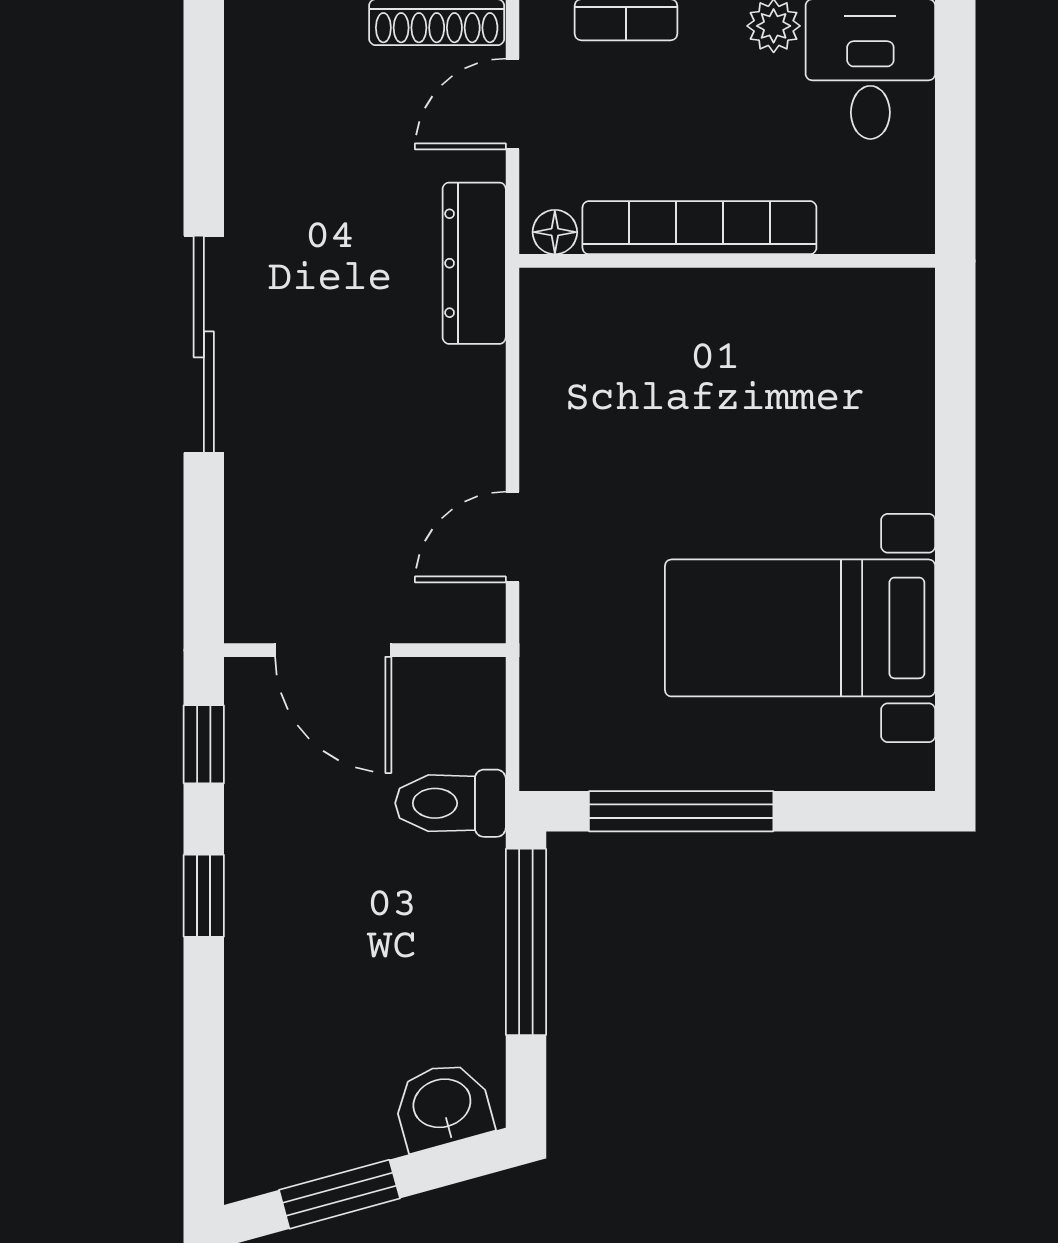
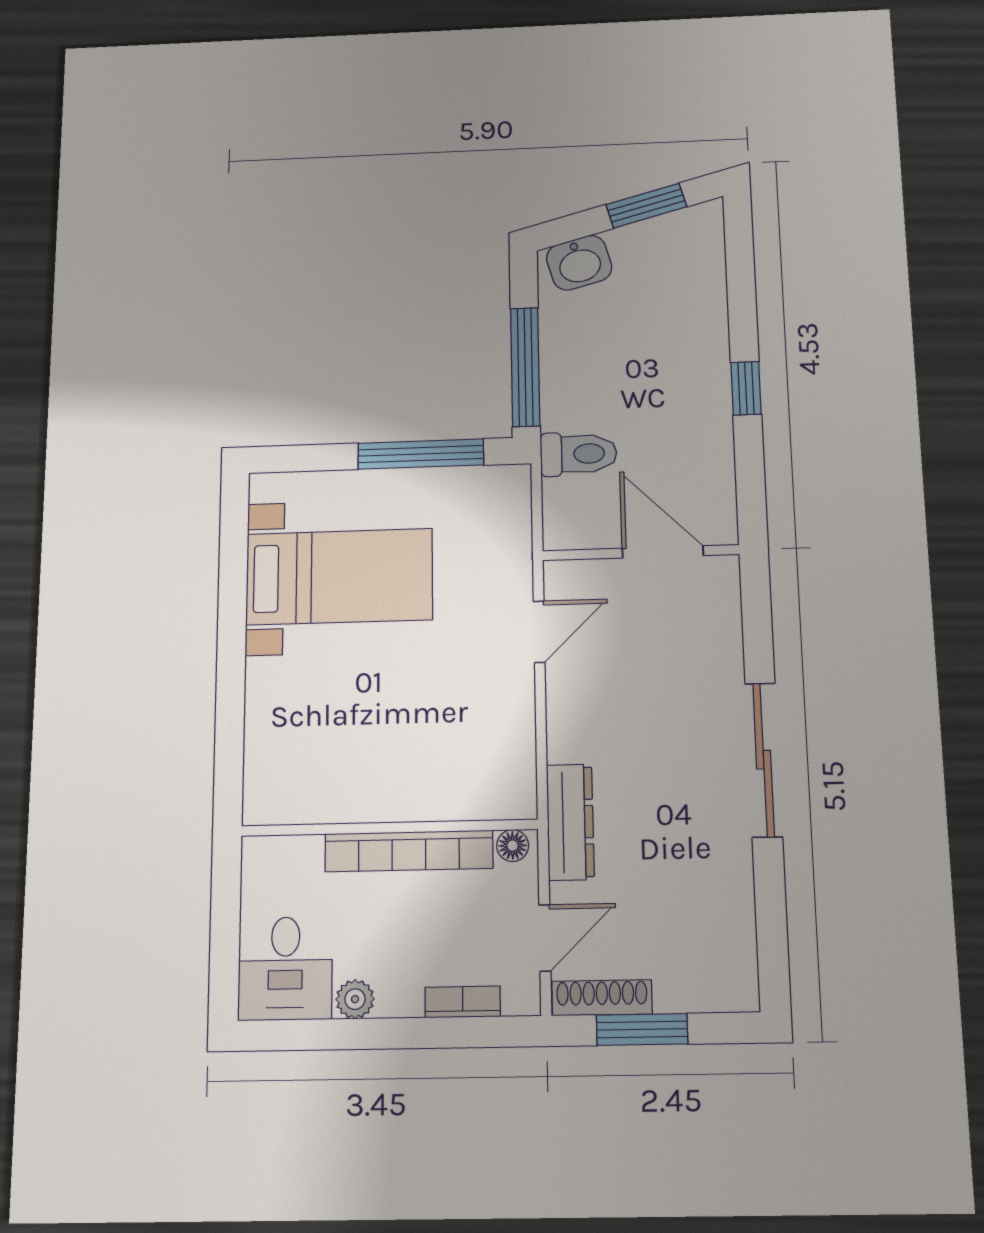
window: (204, 744) -> (751, 487), removed

